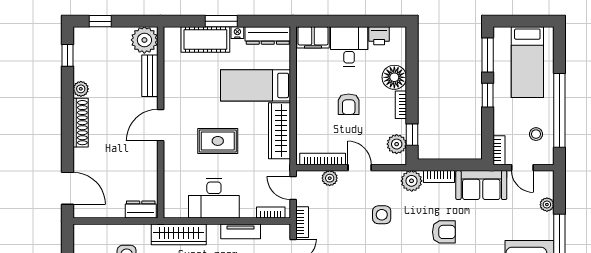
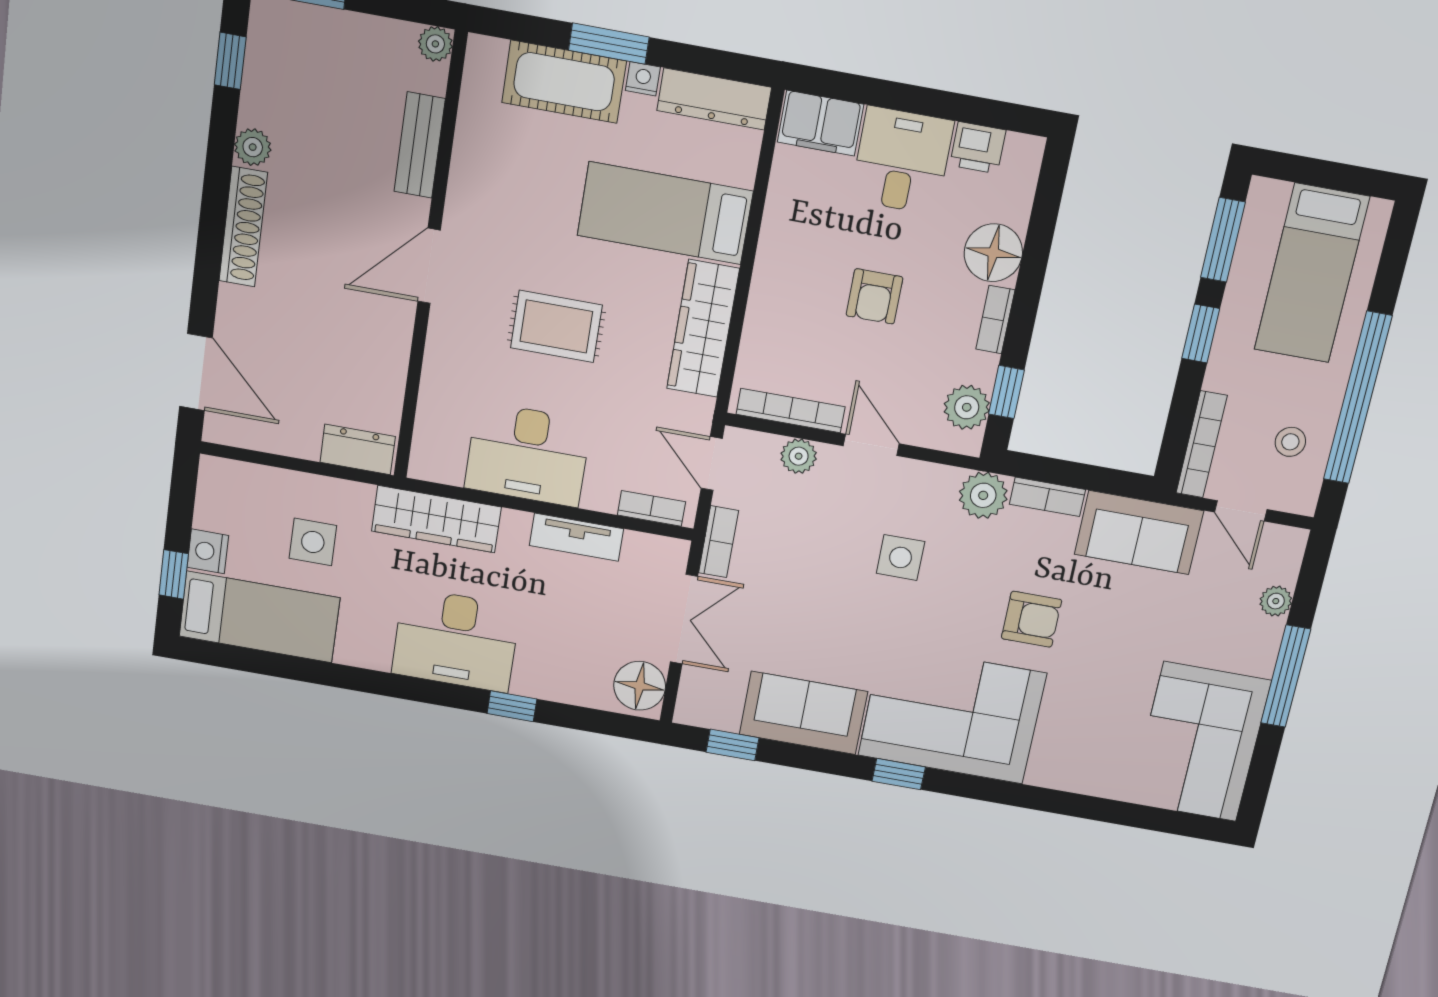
plant: (144, 40) -> (435, 44), width x0.53, depth x0.53
bookcase: (499, 150) -> (1202, 444), width x1.56

